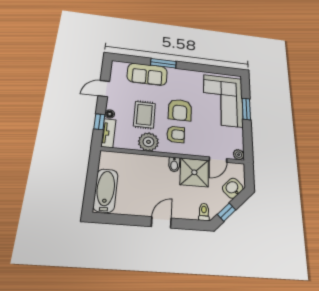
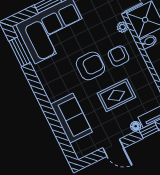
window: (163, 63) -> (19, 52), moved
plant: (148, 142) -> (122, 27), moved, width x0.53, depth x0.53

